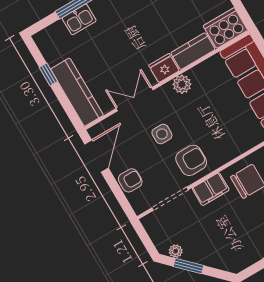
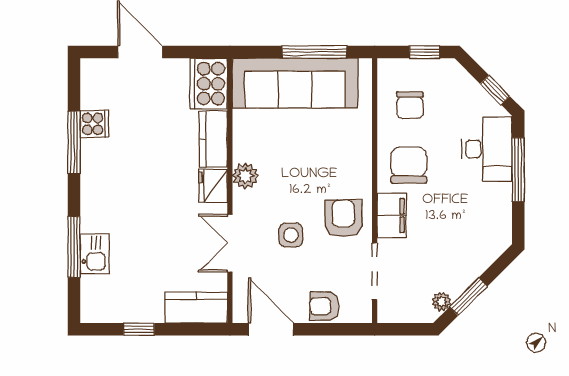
kitchen counter: (77, 92) -> (196, 308), width x0.67
armchair: (130, 180) -> (324, 306), turned -90

